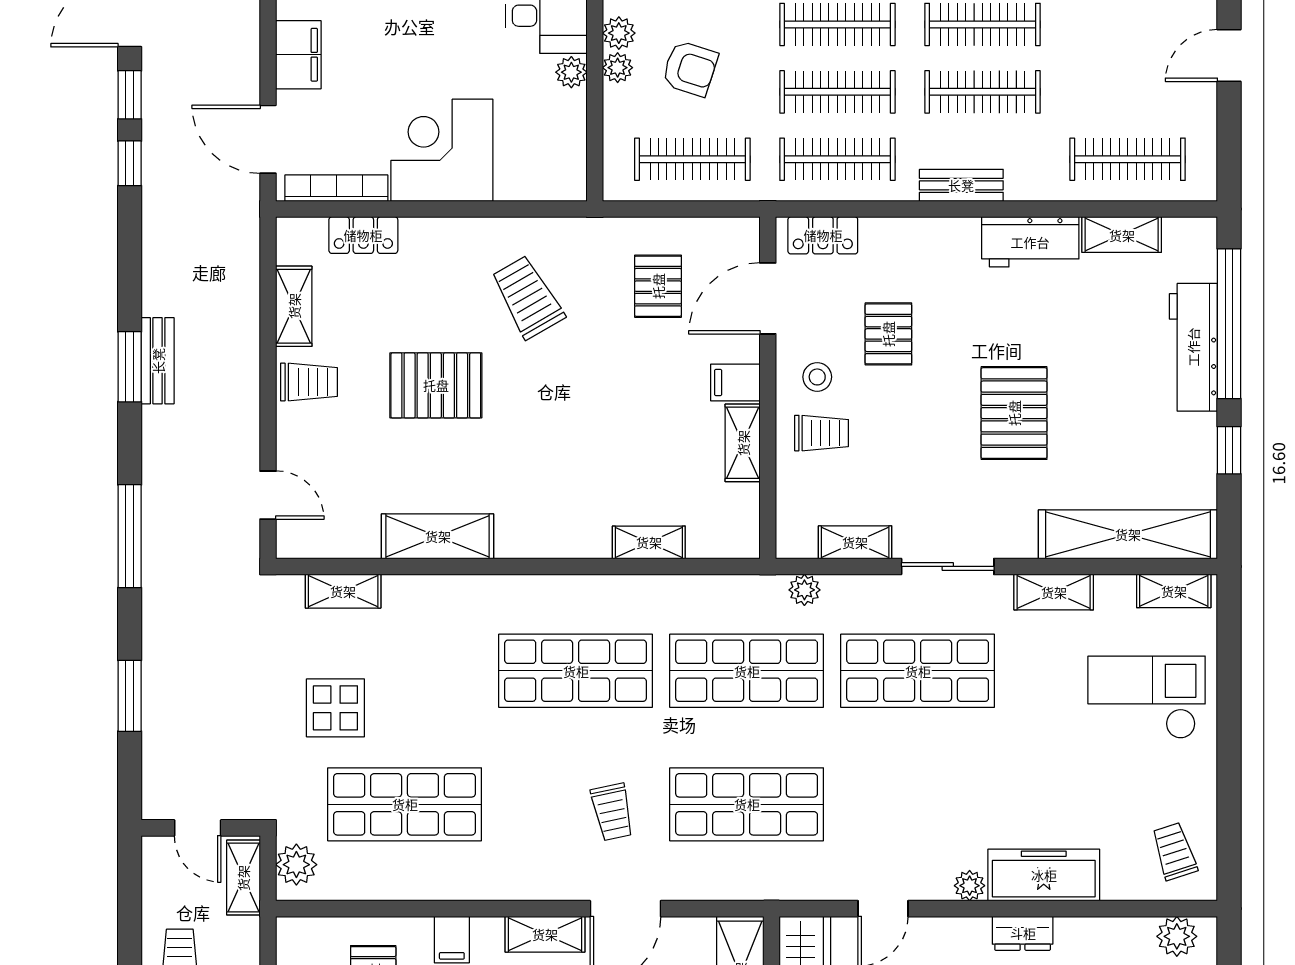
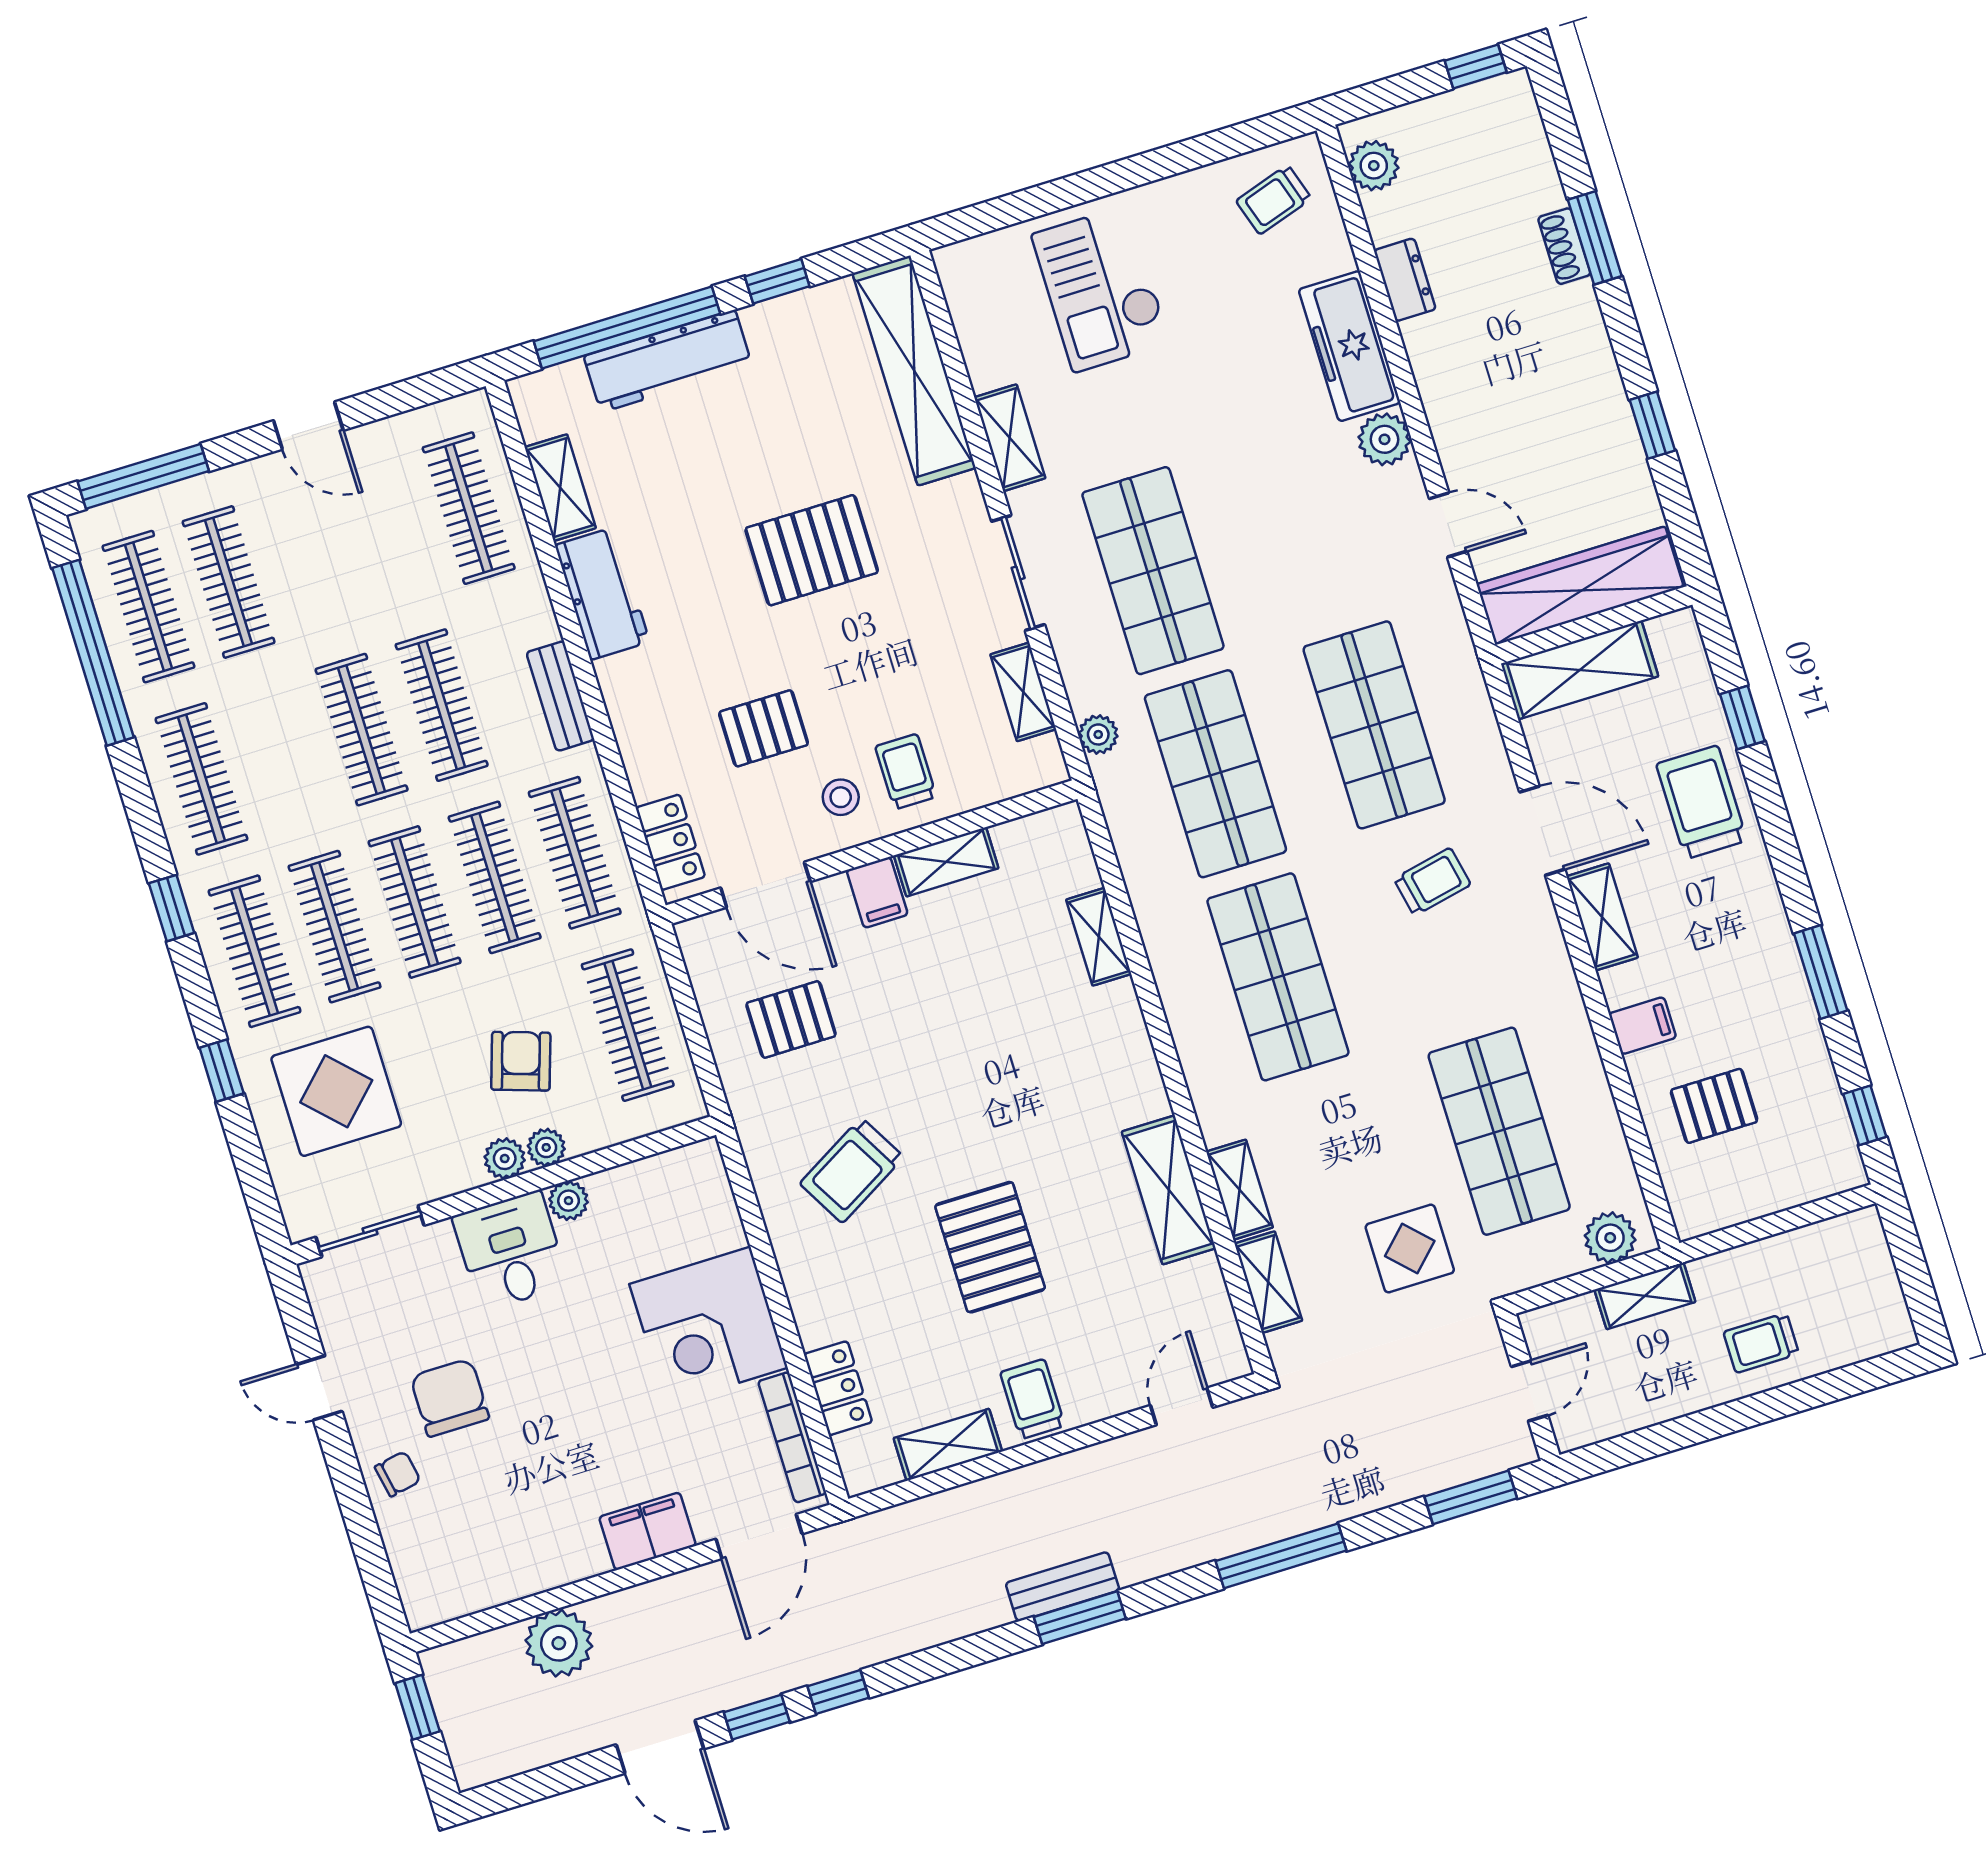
shelving: (1174, 591) -> (1240, 1190), moved
door: (198, 828) -> (1530, 1391), moved
wall: (201, 828) -> (1528, 1387), moved
plant: (970, 886) -> (1384, 439), width x1.38, depth x1.38
dresser: (1023, 933) -> (1405, 280), moved

